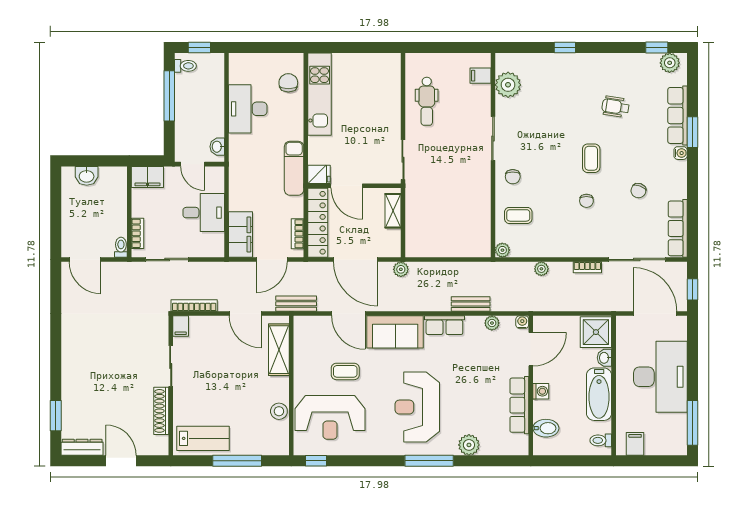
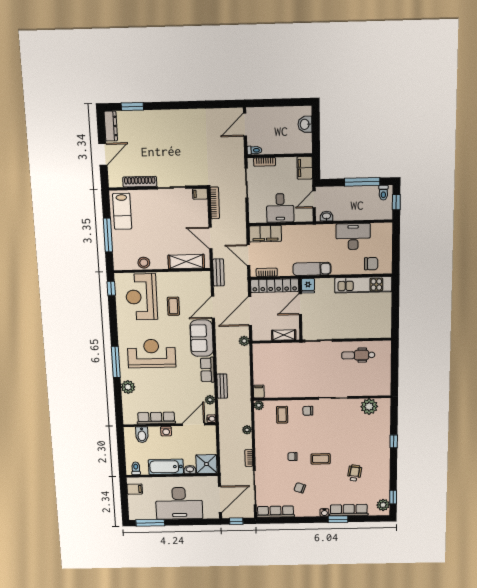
filing cabinet: (480, 76) -> (259, 392), moved
door: (245, 314) -> (210, 238), hinge flipped
door: (531, 349) -> (194, 424), swing flipped

